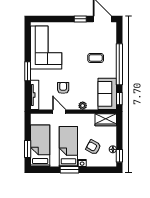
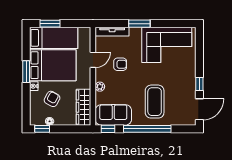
coffee table: (96, 58) -> (155, 102), width x1.86, depth x1.72
wardrobe: (106, 120) -> (83, 107), width x1.50
bed: (68, 147) -> (53, 65), width x1.50

